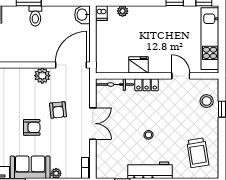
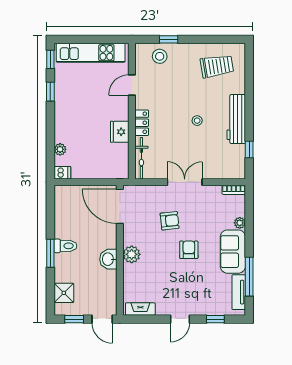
washbasin: (82, 15) -> (108, 259), moved, turned 90
plant: (42, 76) -> (132, 254), moved

